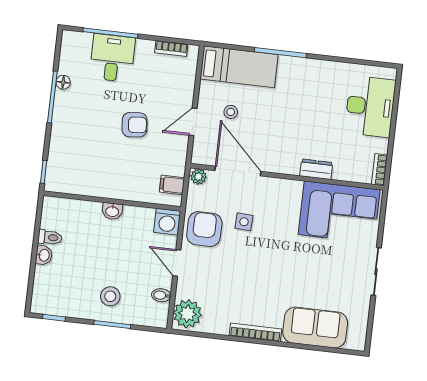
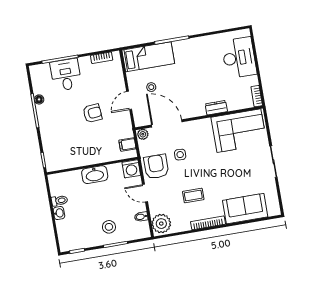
washbasin: (112, 211) -> (95, 175), width x1.91, depth x1.45
coffee table: (246, 287) -> (193, 195), added

